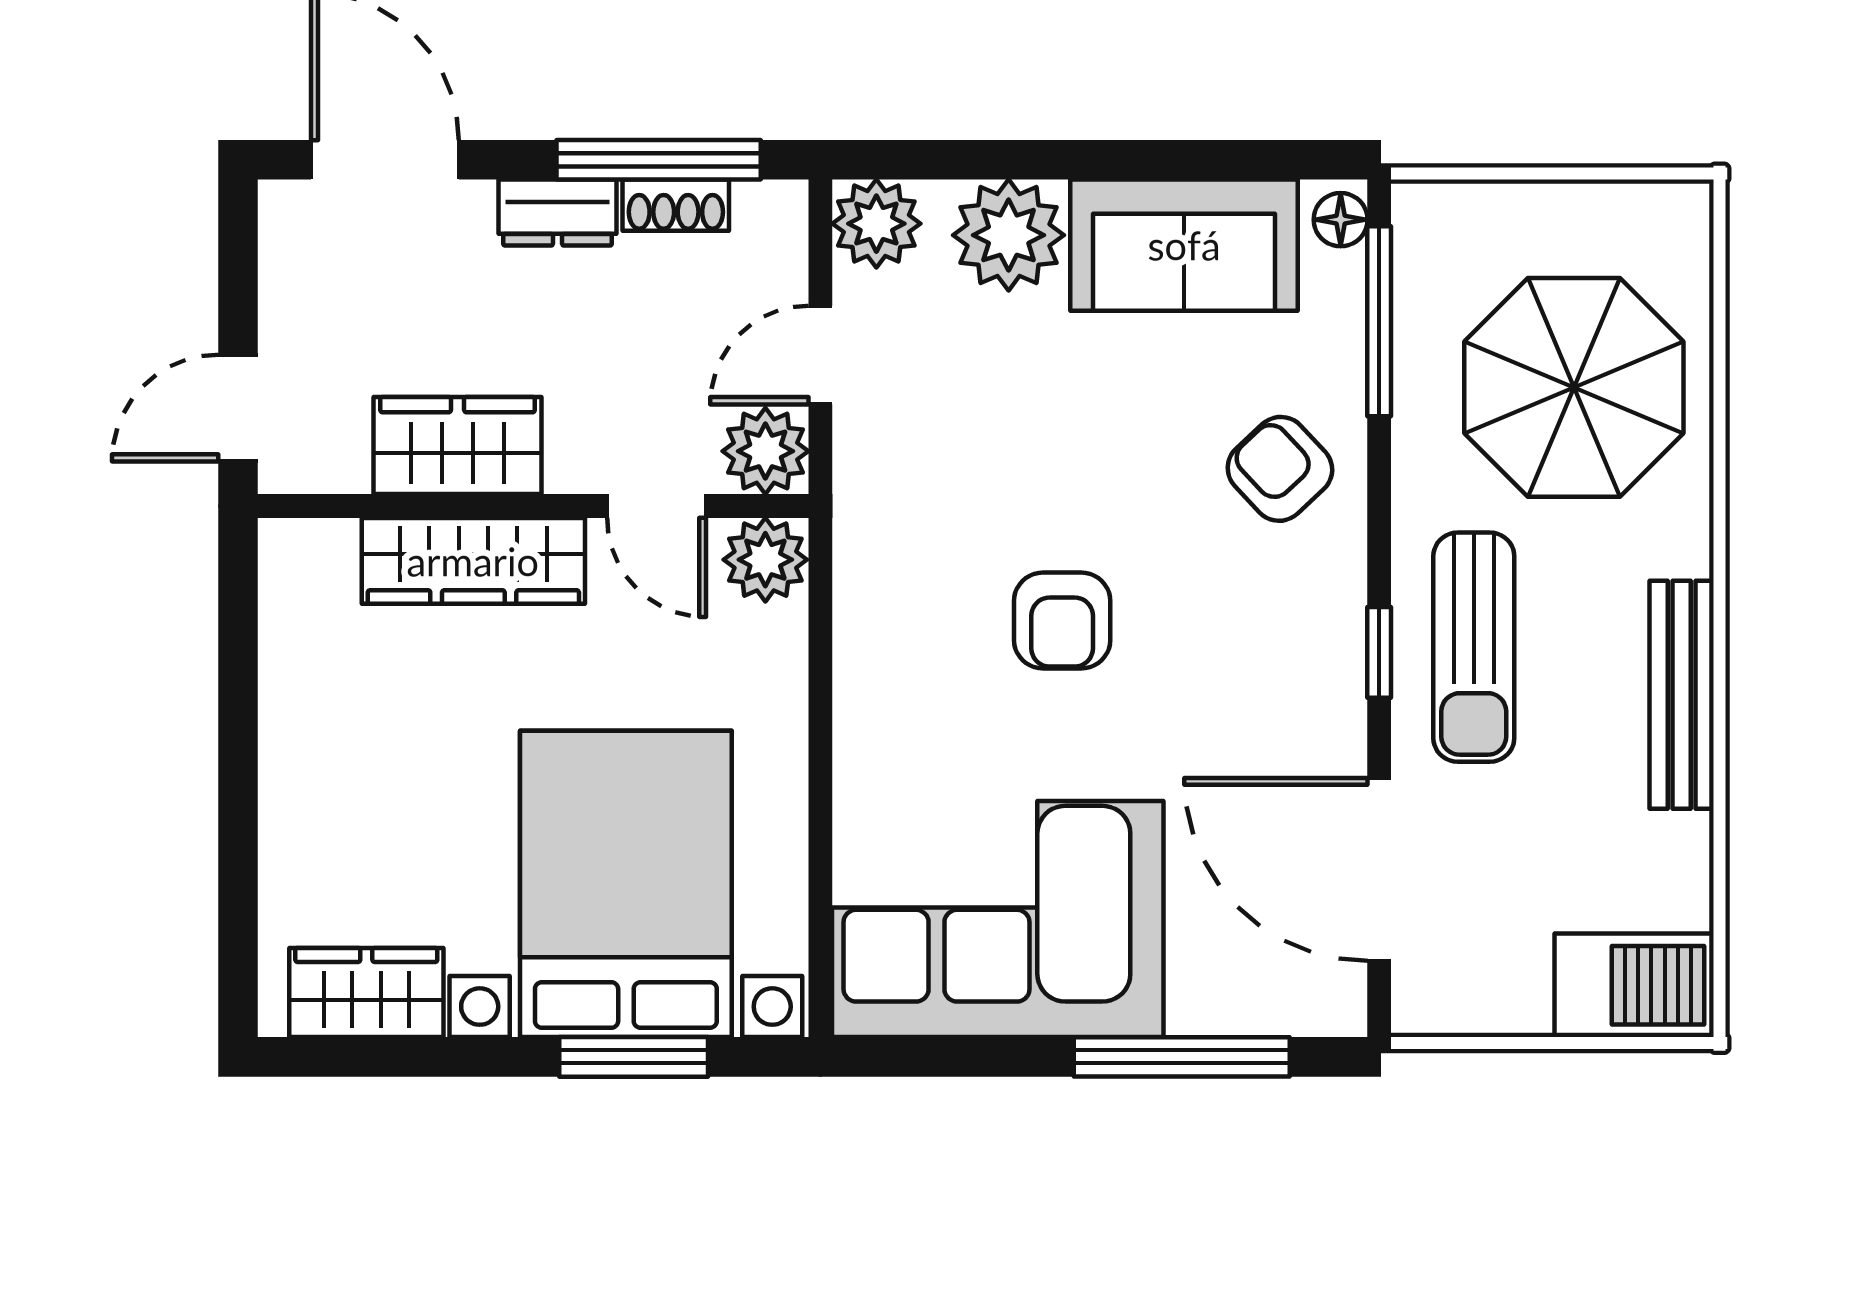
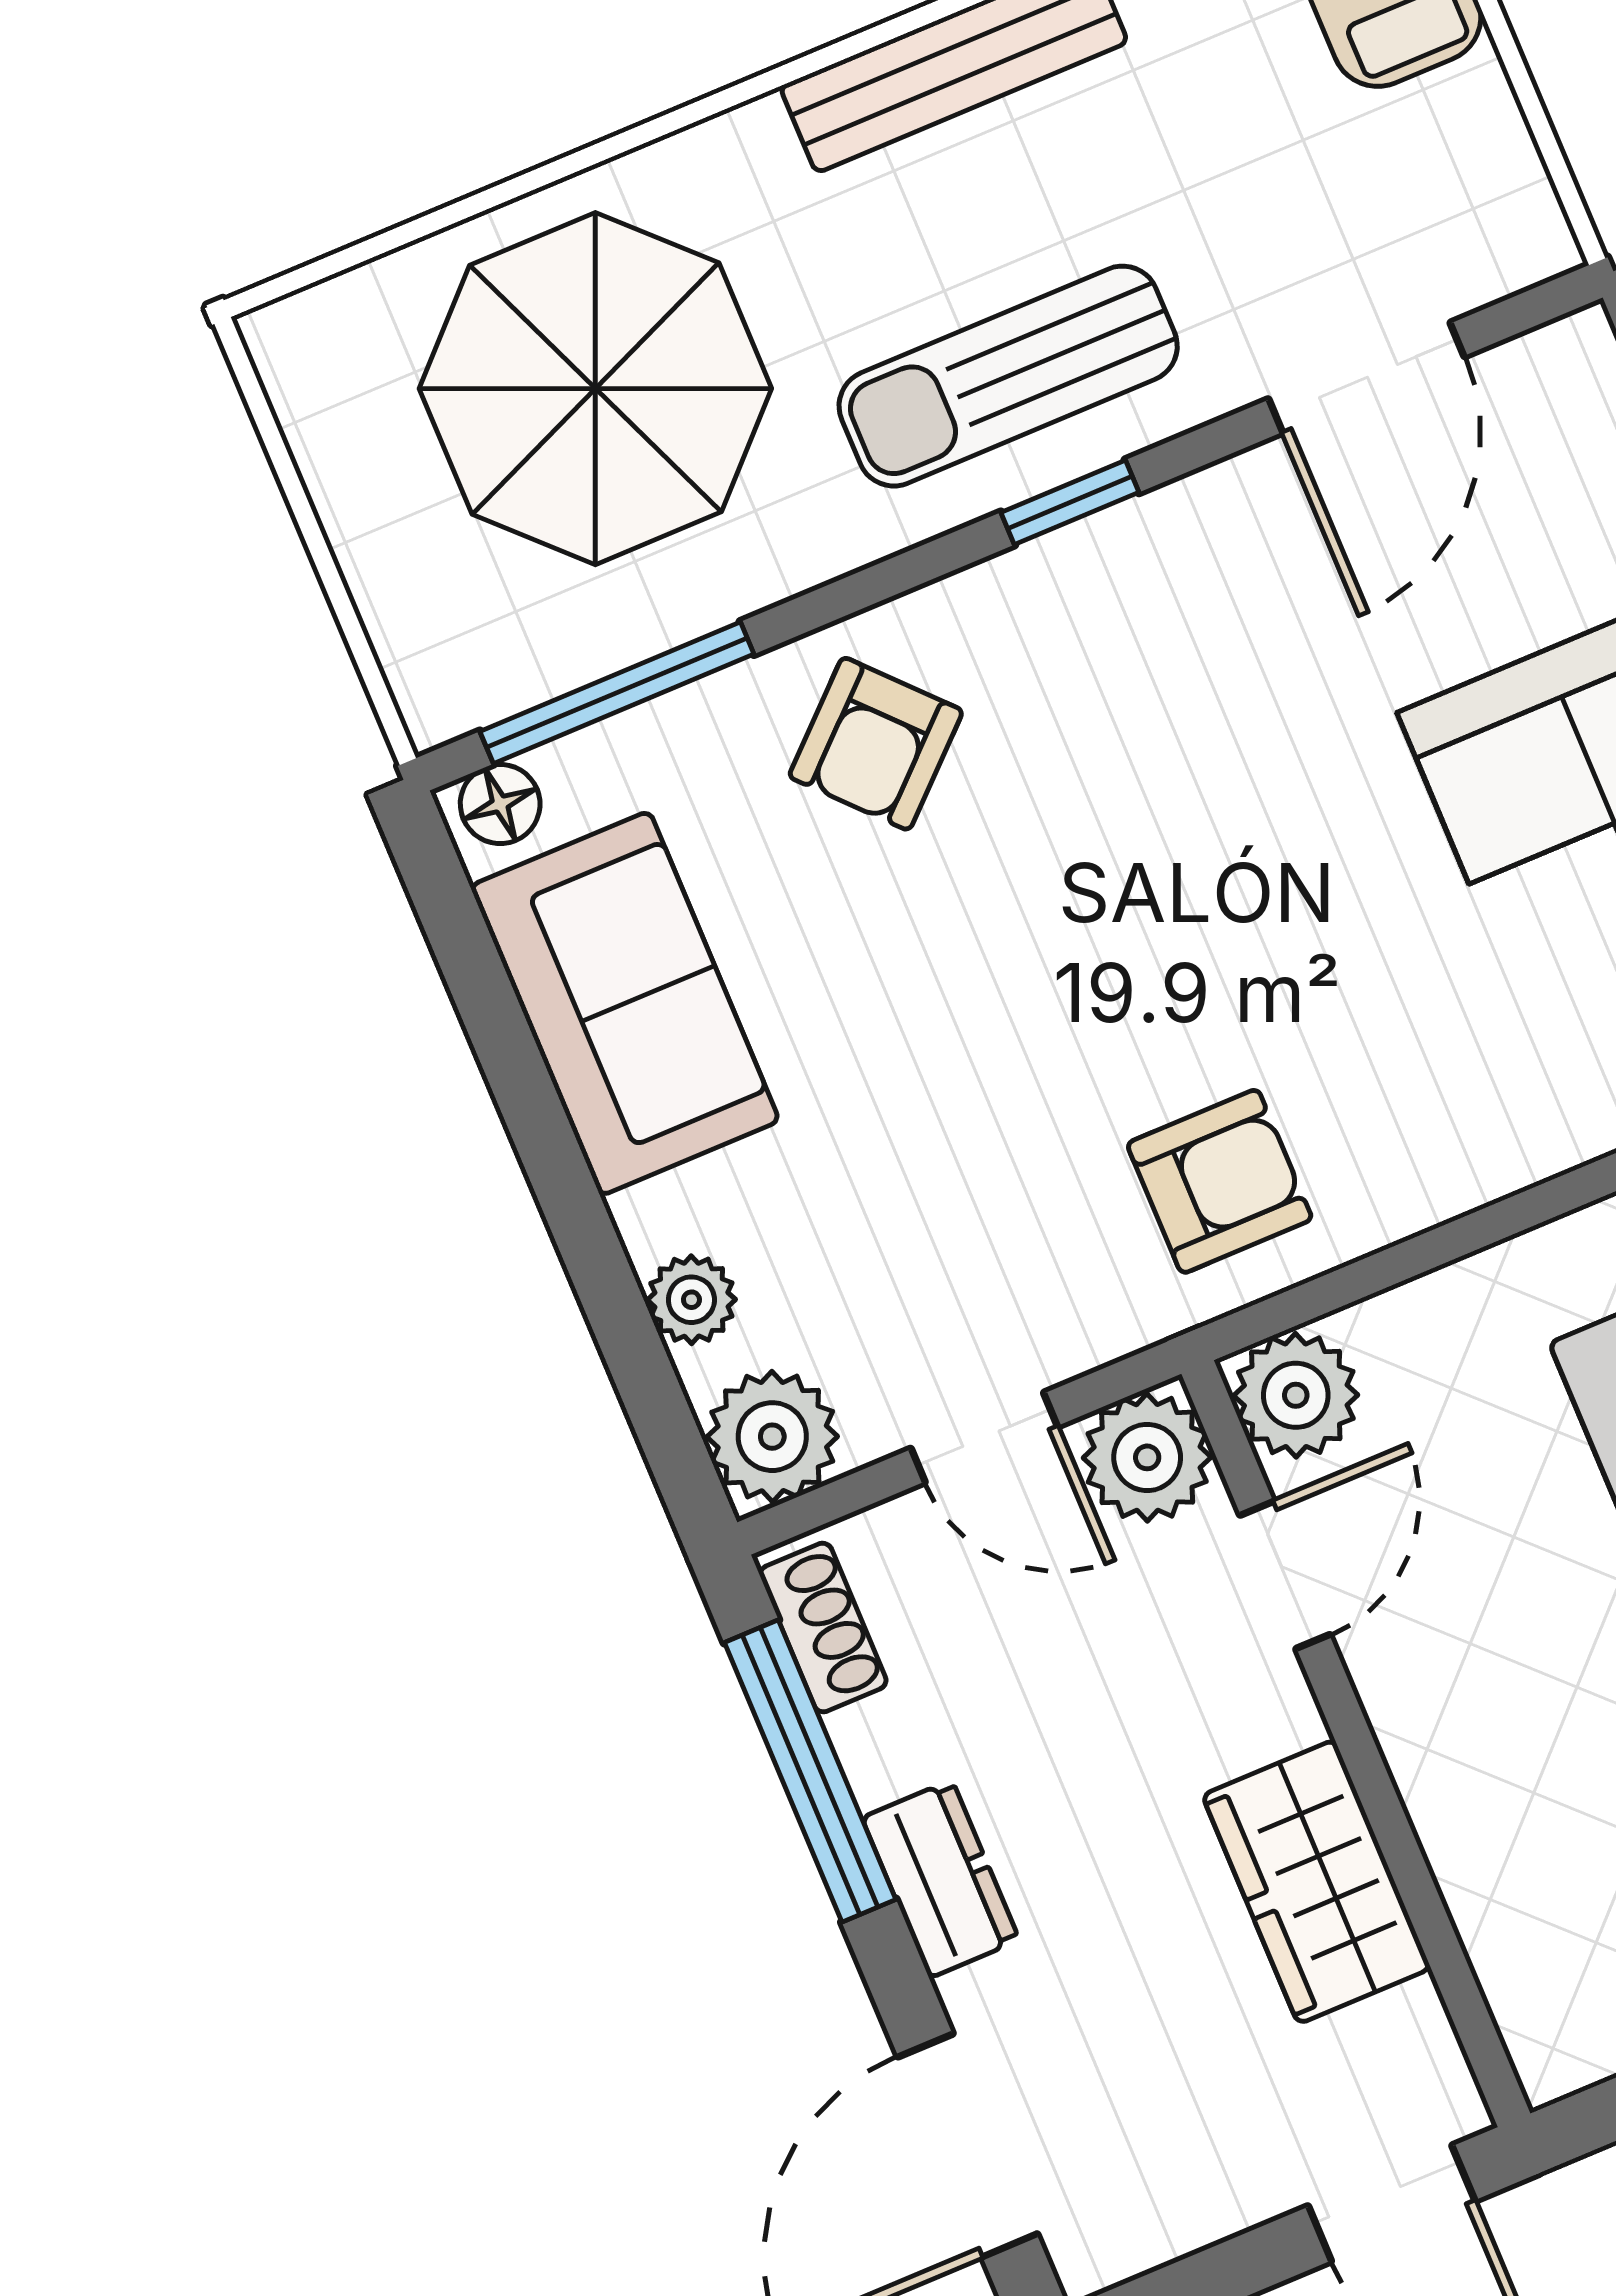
shoe rack: (676, 205) -> (823, 1628), moved
plant: (1009, 235) -> (691, 1300), width x0.53, depth x0.53
wardrobe: (473, 561) -> (1465, 1794), removed
armchair: (1062, 621) -> (1220, 1181), moved
sun lounger: (1474, 647) -> (1008, 376), turned 180
door: (1379, 869) -> (1366, 378), width x0.73

